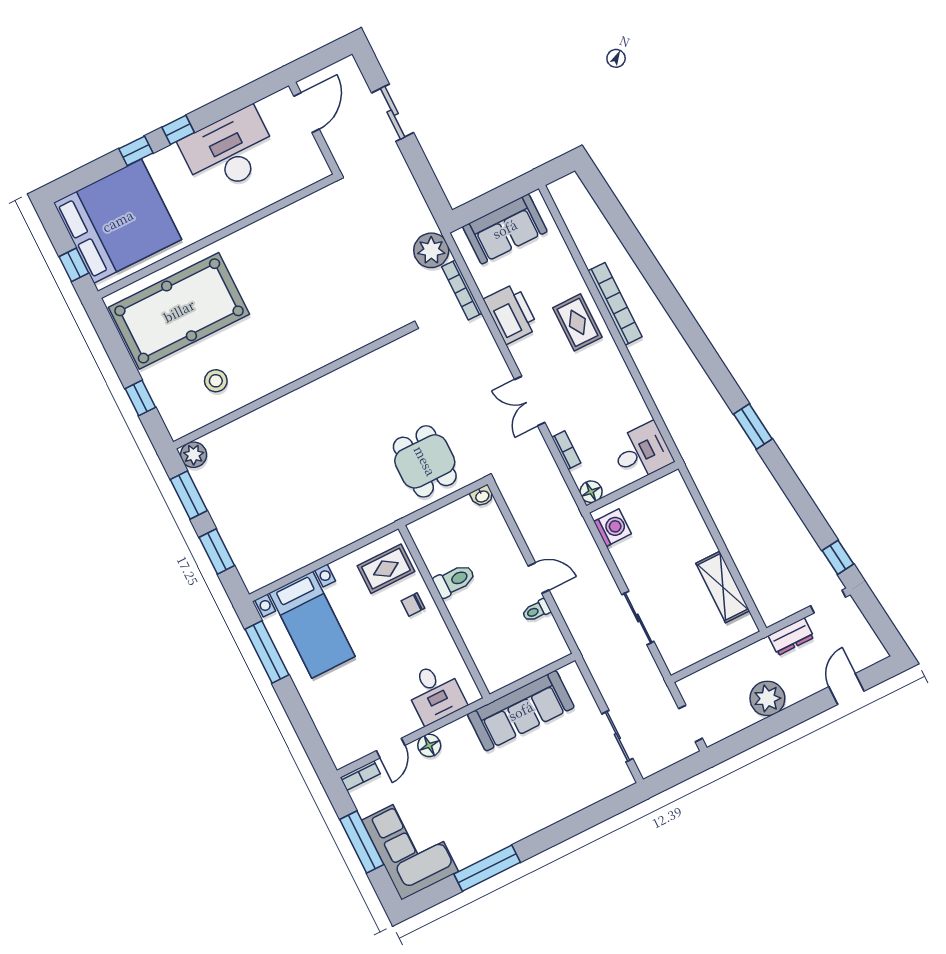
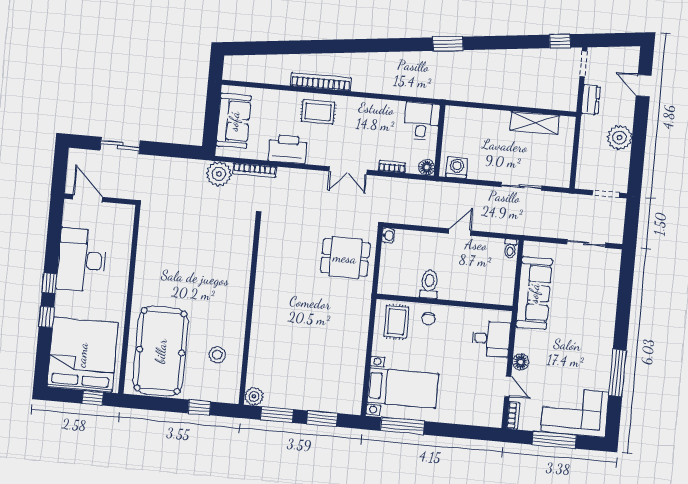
toilet: (536, 611) -> (510, 249), moved

